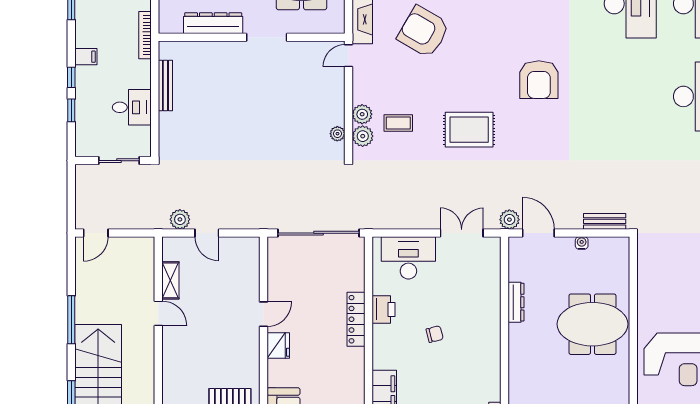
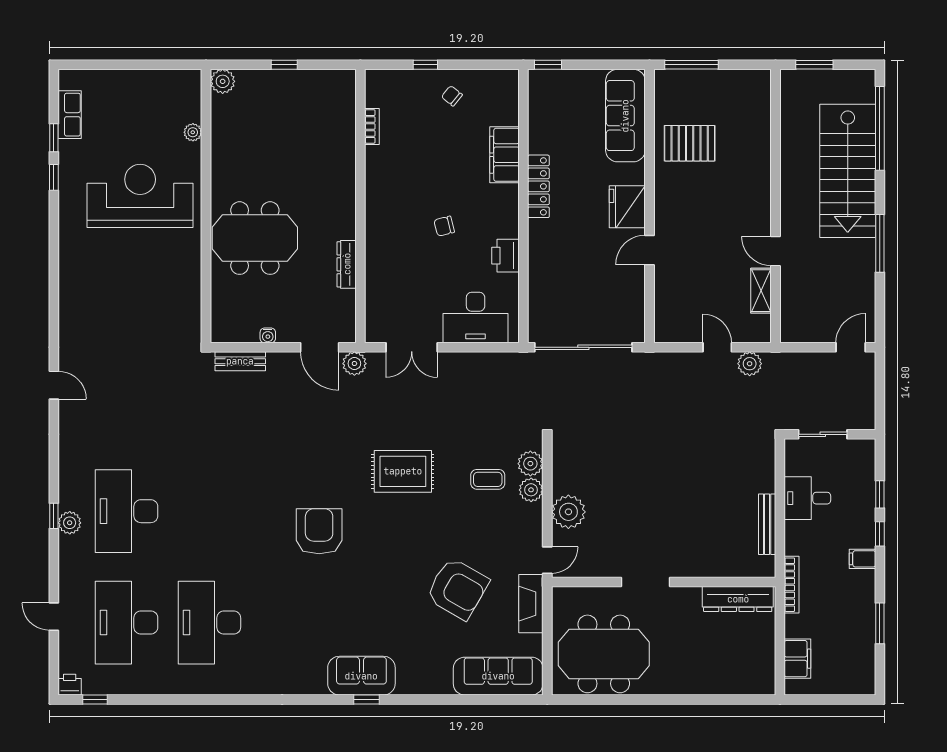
dresser: (213, 23) -> (738, 599), moved
plant: (337, 134) -> (568, 512), moved, width x1.87, depth x1.87
locker: (356, 319) -> (538, 186), moved
fridge: (278, 346) -> (627, 207), width x1.36, depth x1.34

